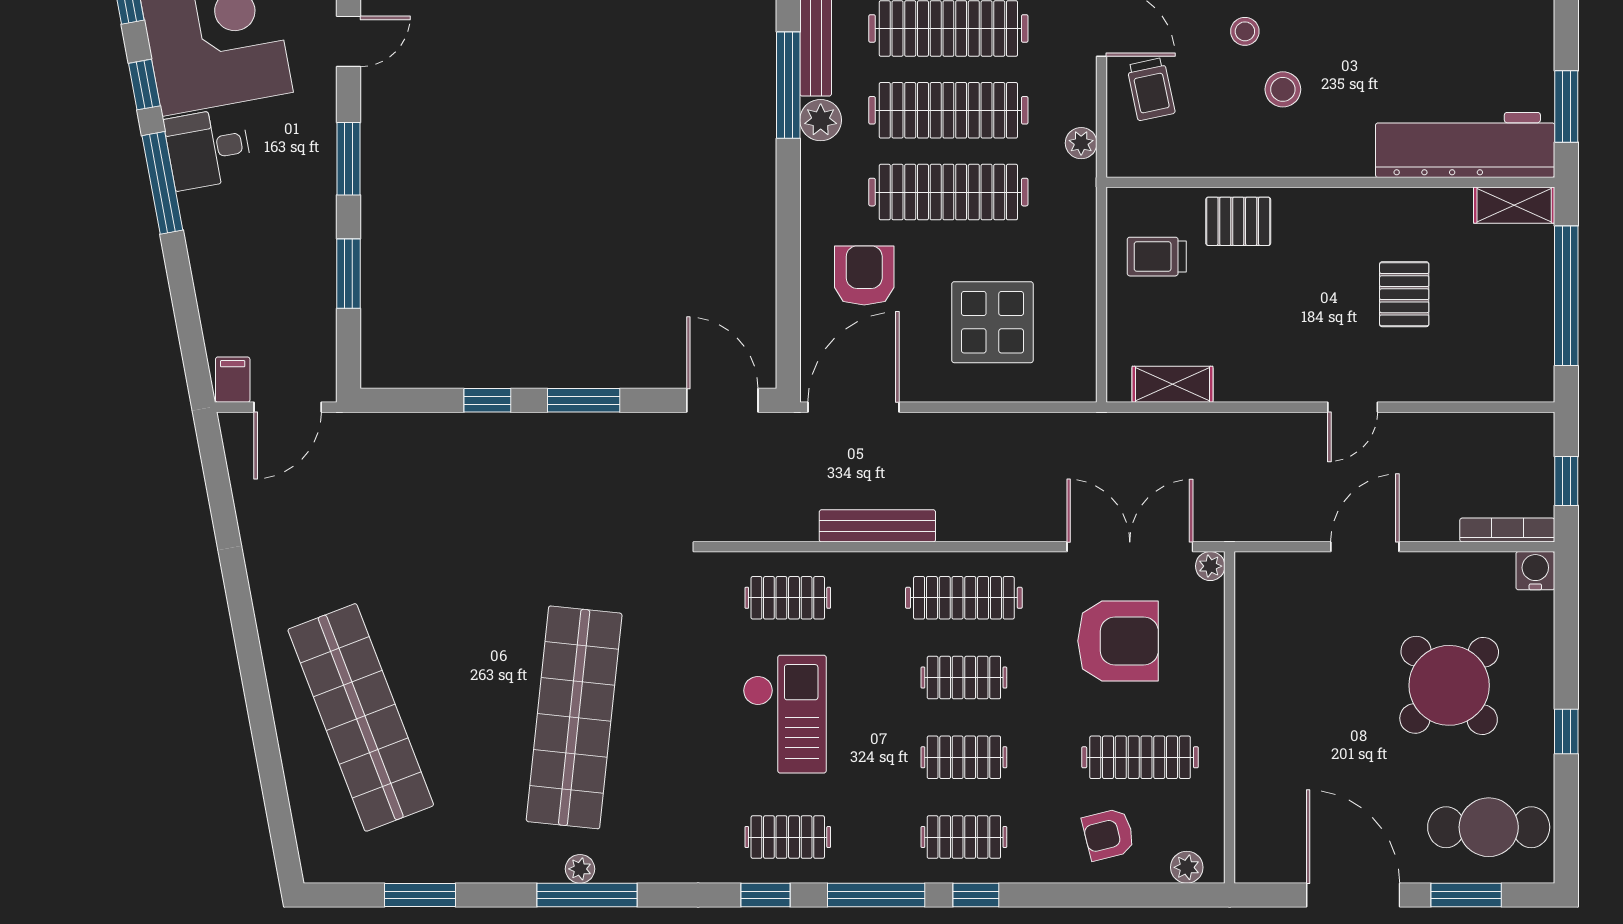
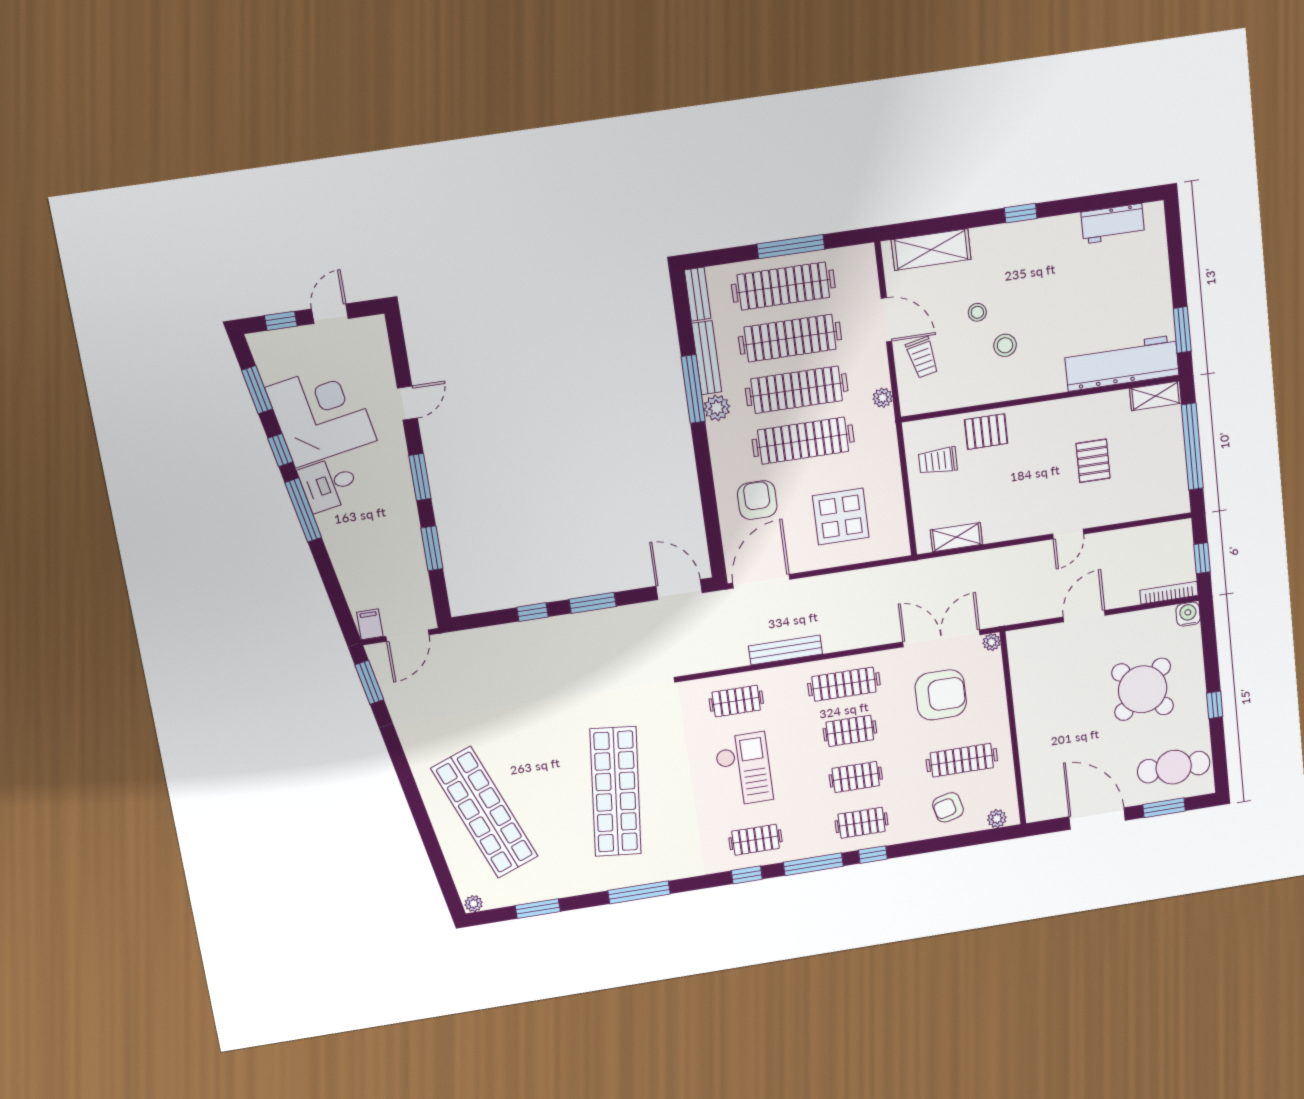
window: (216, 473) -> (369, 682), added
plant: (580, 869) -> (474, 904), moved

